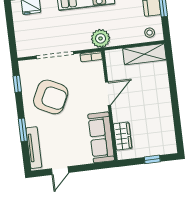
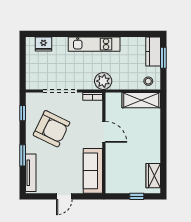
door: (108, 94) -> (104, 132), hinge flipped
wardrobe: (123, 136) -> (153, 176), moved, turned 180
door: (60, 171) -> (64, 196), moved

